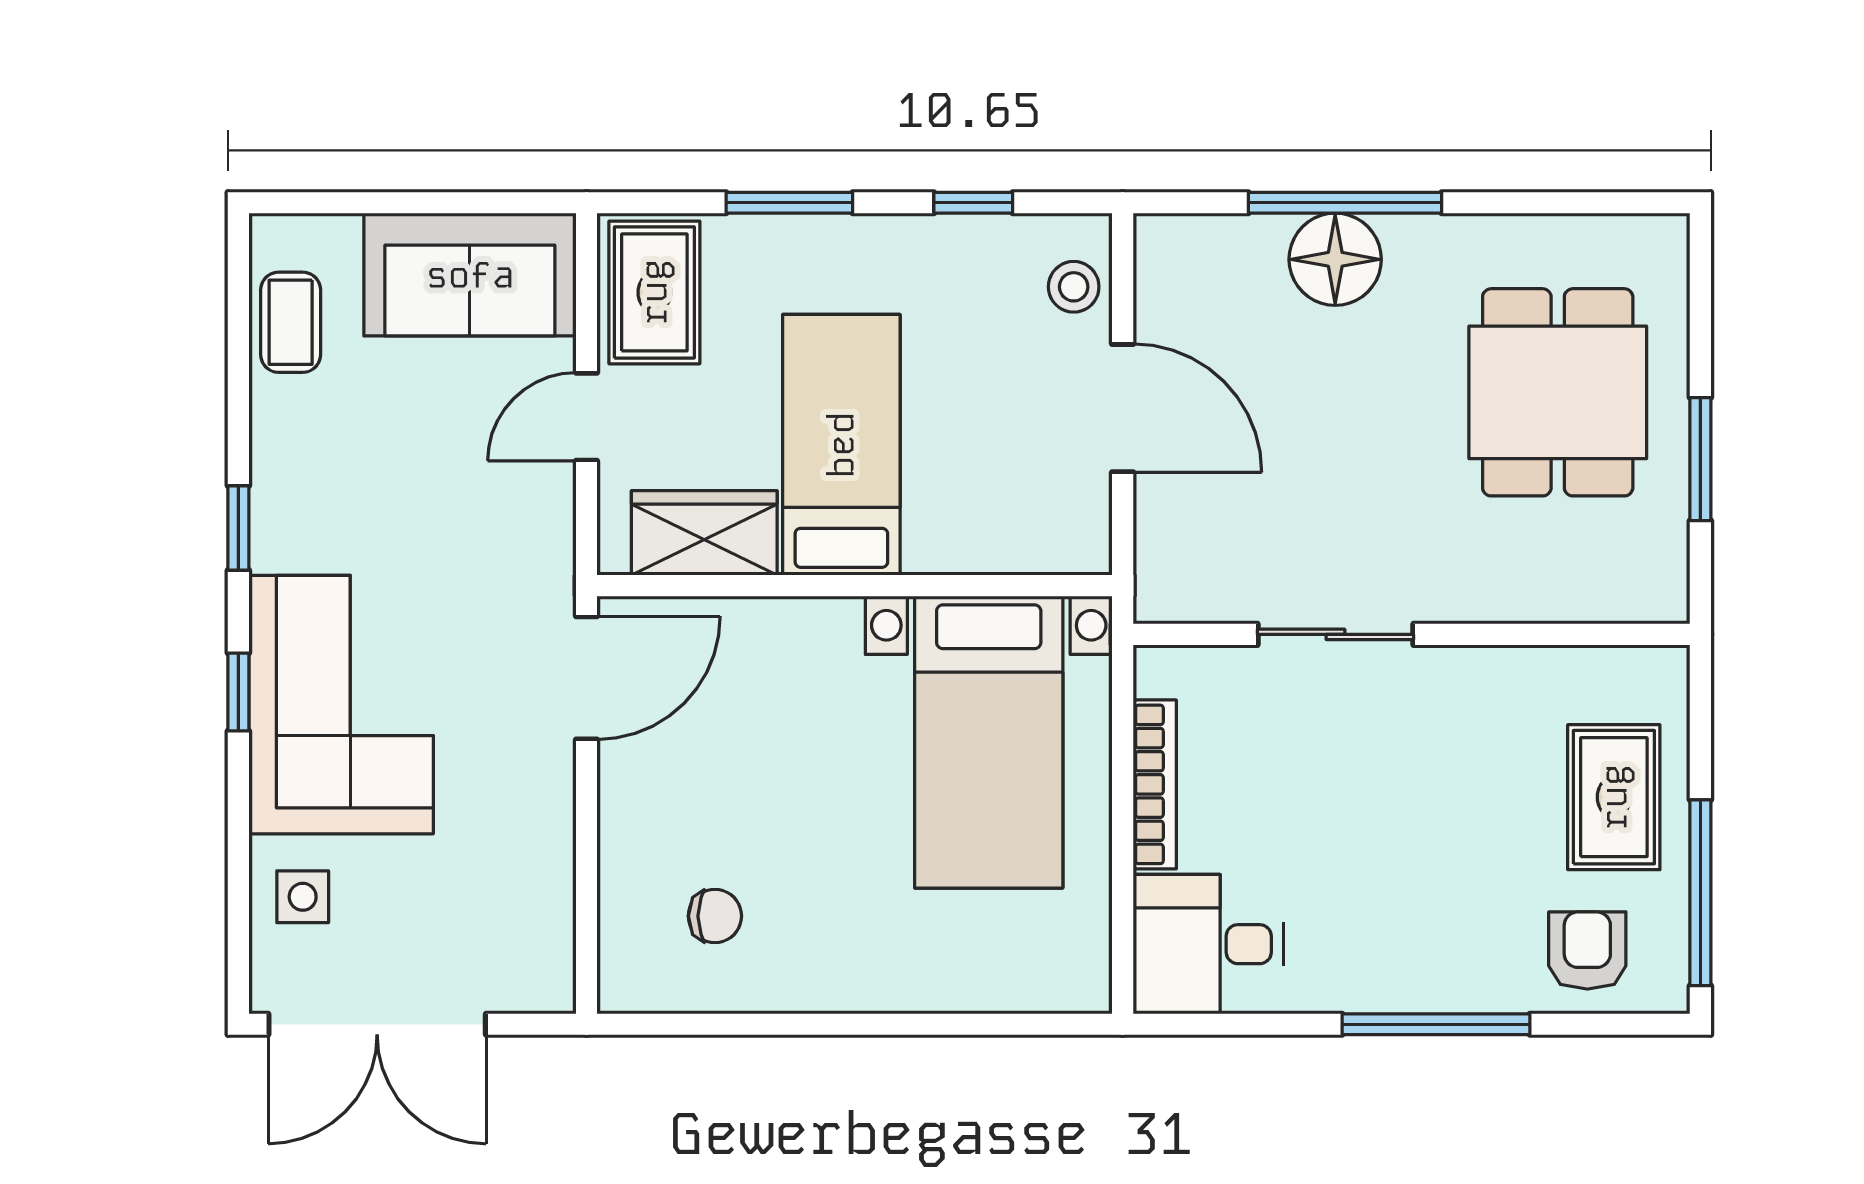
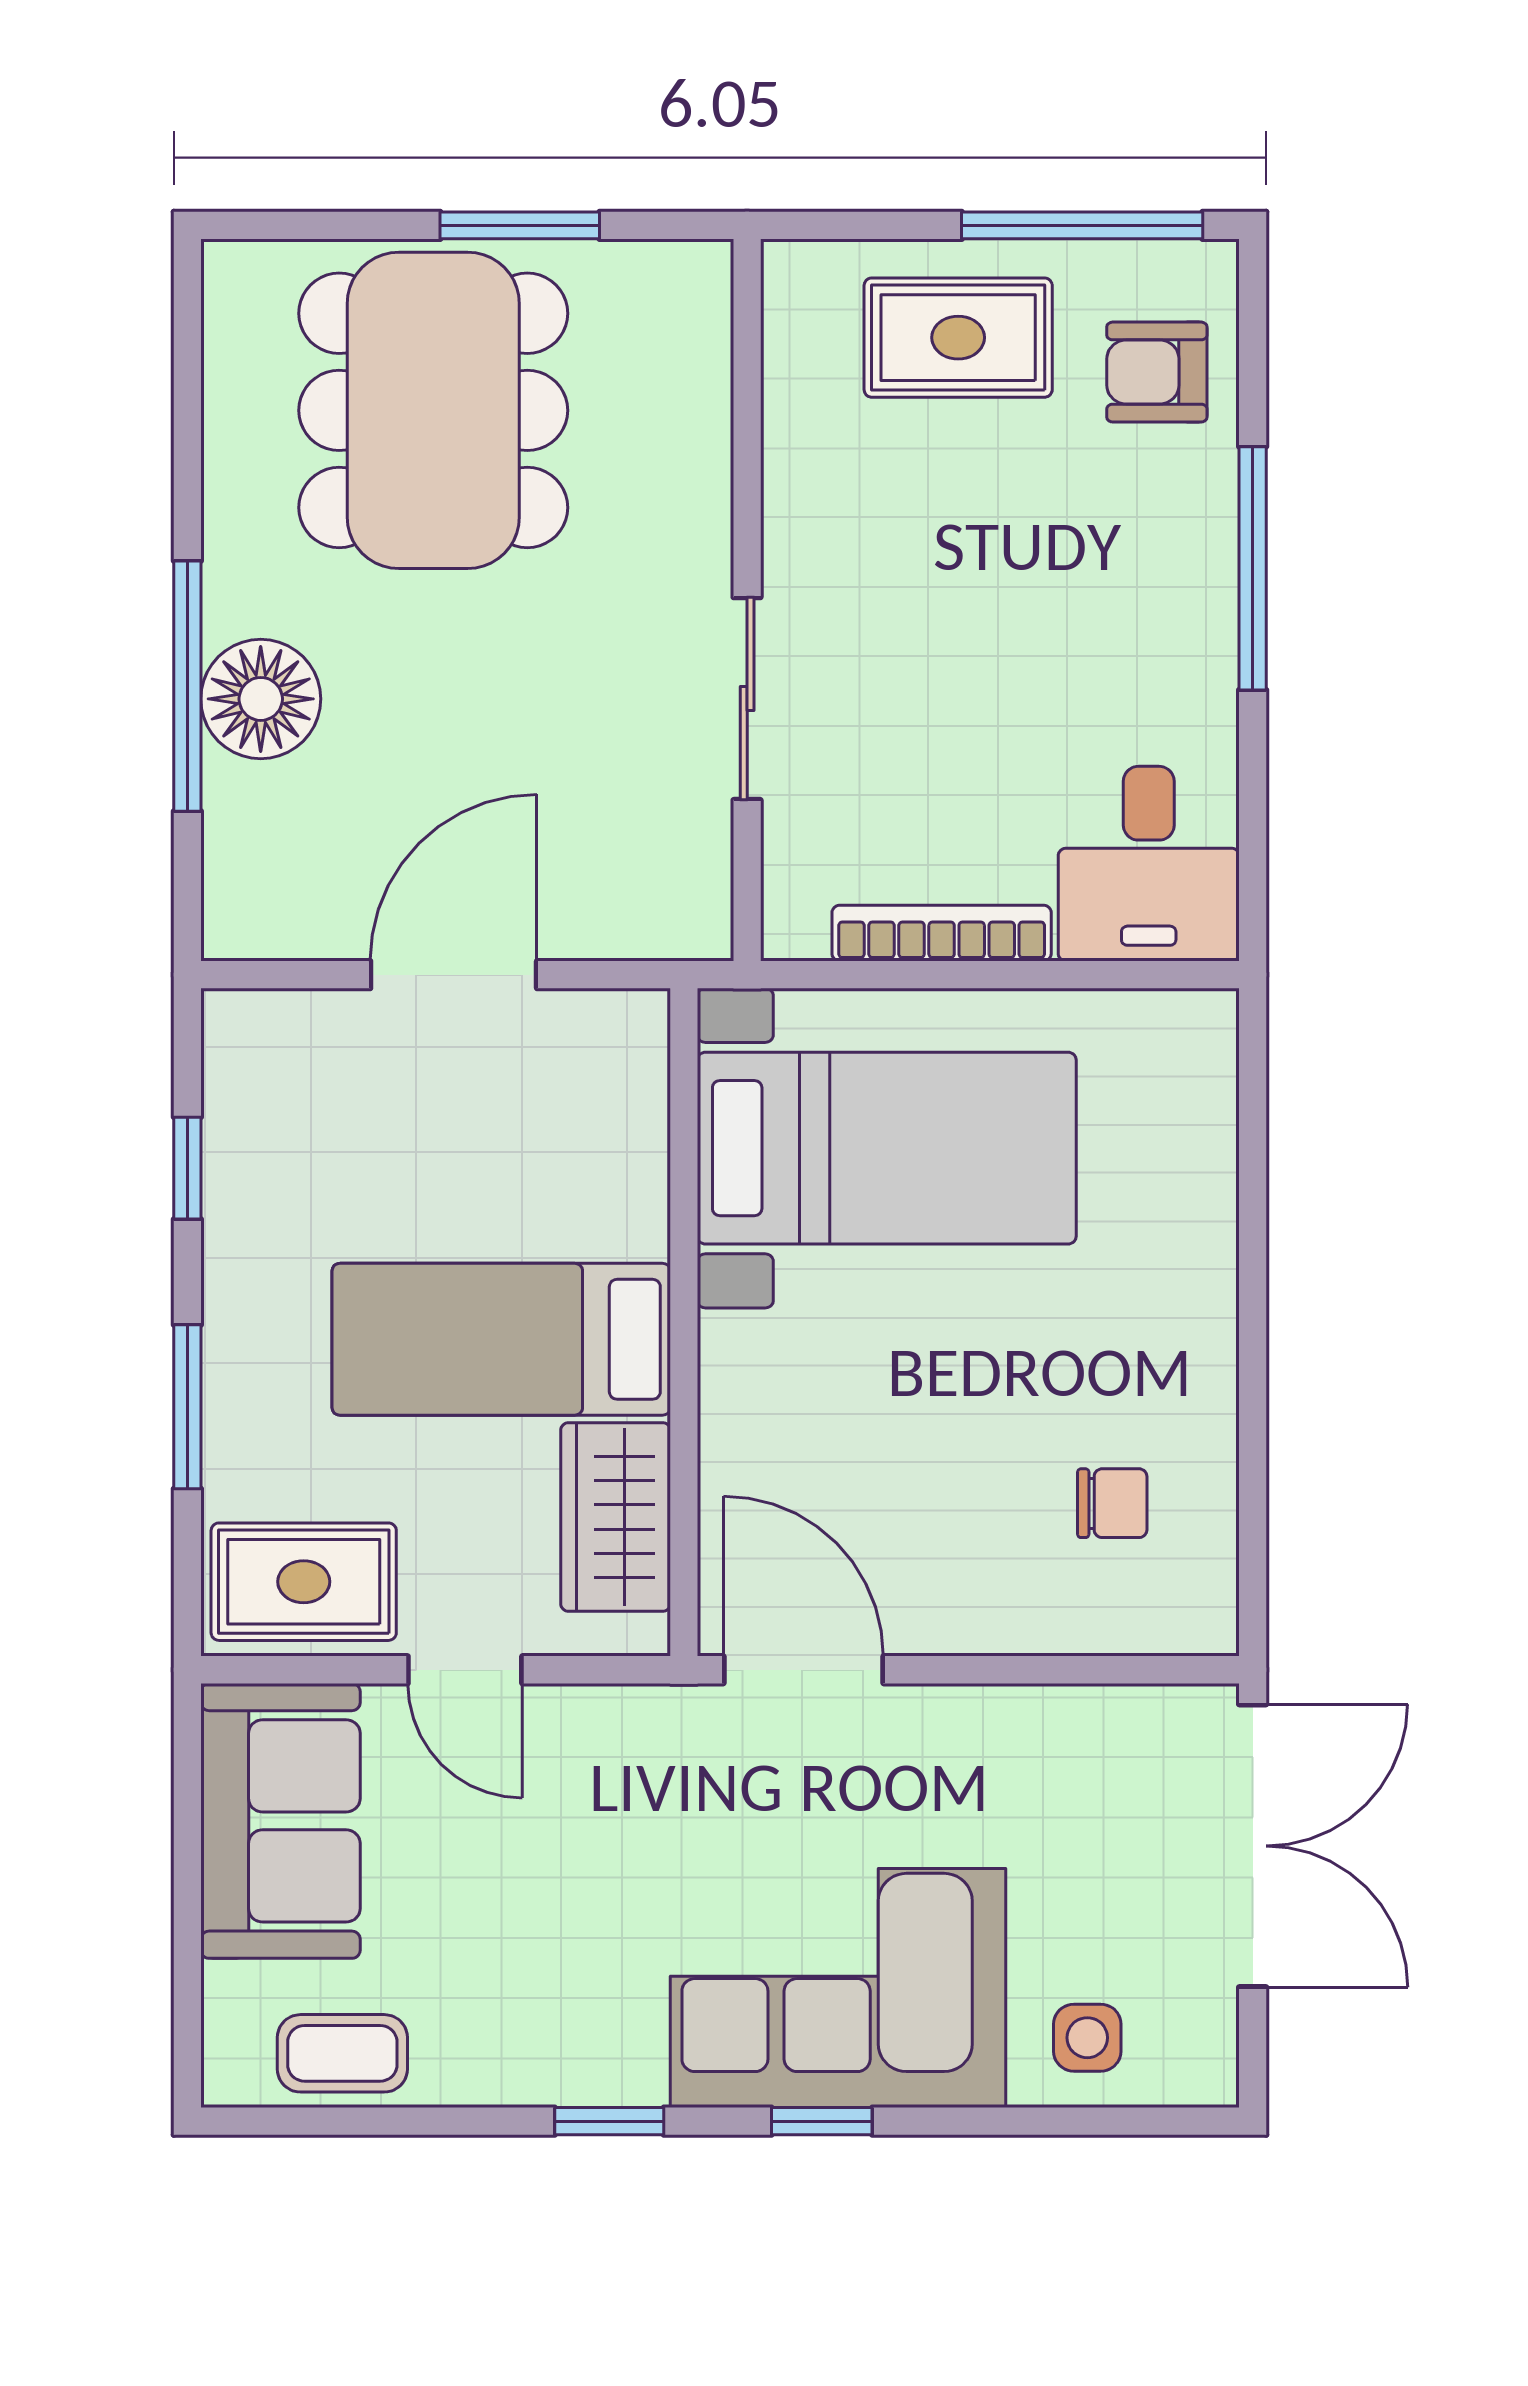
stool: (1074, 287) -> (296, 1038), removed
dining table: (1558, 392) -> (433, 410), width x1.38
chair: (715, 916) -> (1112, 1503), turned 90
double door: (377, 1024) -> (1253, 1846), moved

